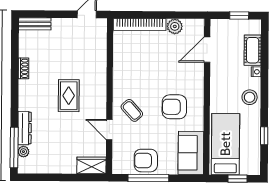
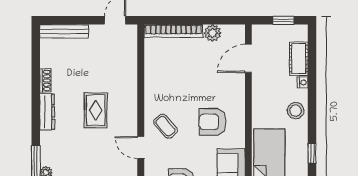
bench: (35, 24) -> (64, 31), width x1.36
dresser: (25, 128) -> (47, 112), moved

